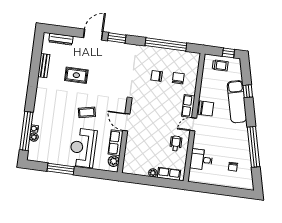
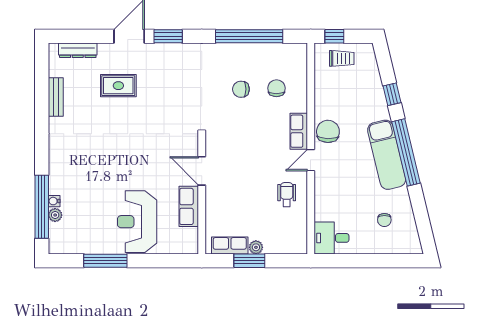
window: (228, 53) -> (334, 36), moved
rug: (76, 75) -> (118, 86), moved
exam couch: (237, 102) -> (387, 155), moved
chair: (206, 108) -> (328, 131), turned -88
coffee table: (87, 112) -> (136, 164), removed
window: (254, 147) -> (406, 152), moved
desk: (201, 160) -> (331, 238), moved
plant: (114, 161) -> (190, 237), removed
row of seats: (169, 174) -> (230, 245), moved
window: (148, 180) -> (249, 261), added

